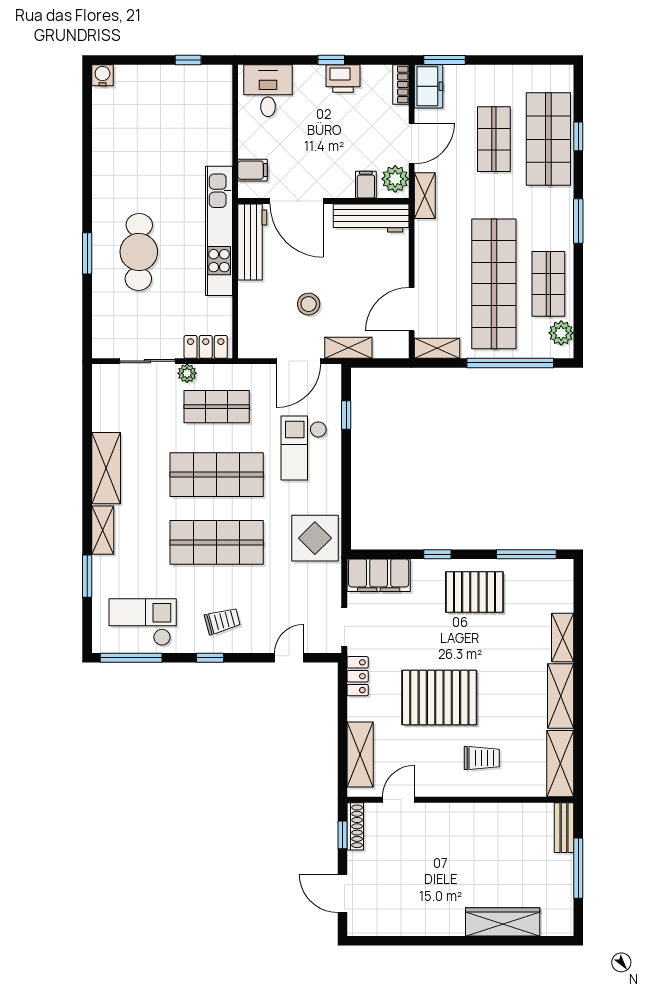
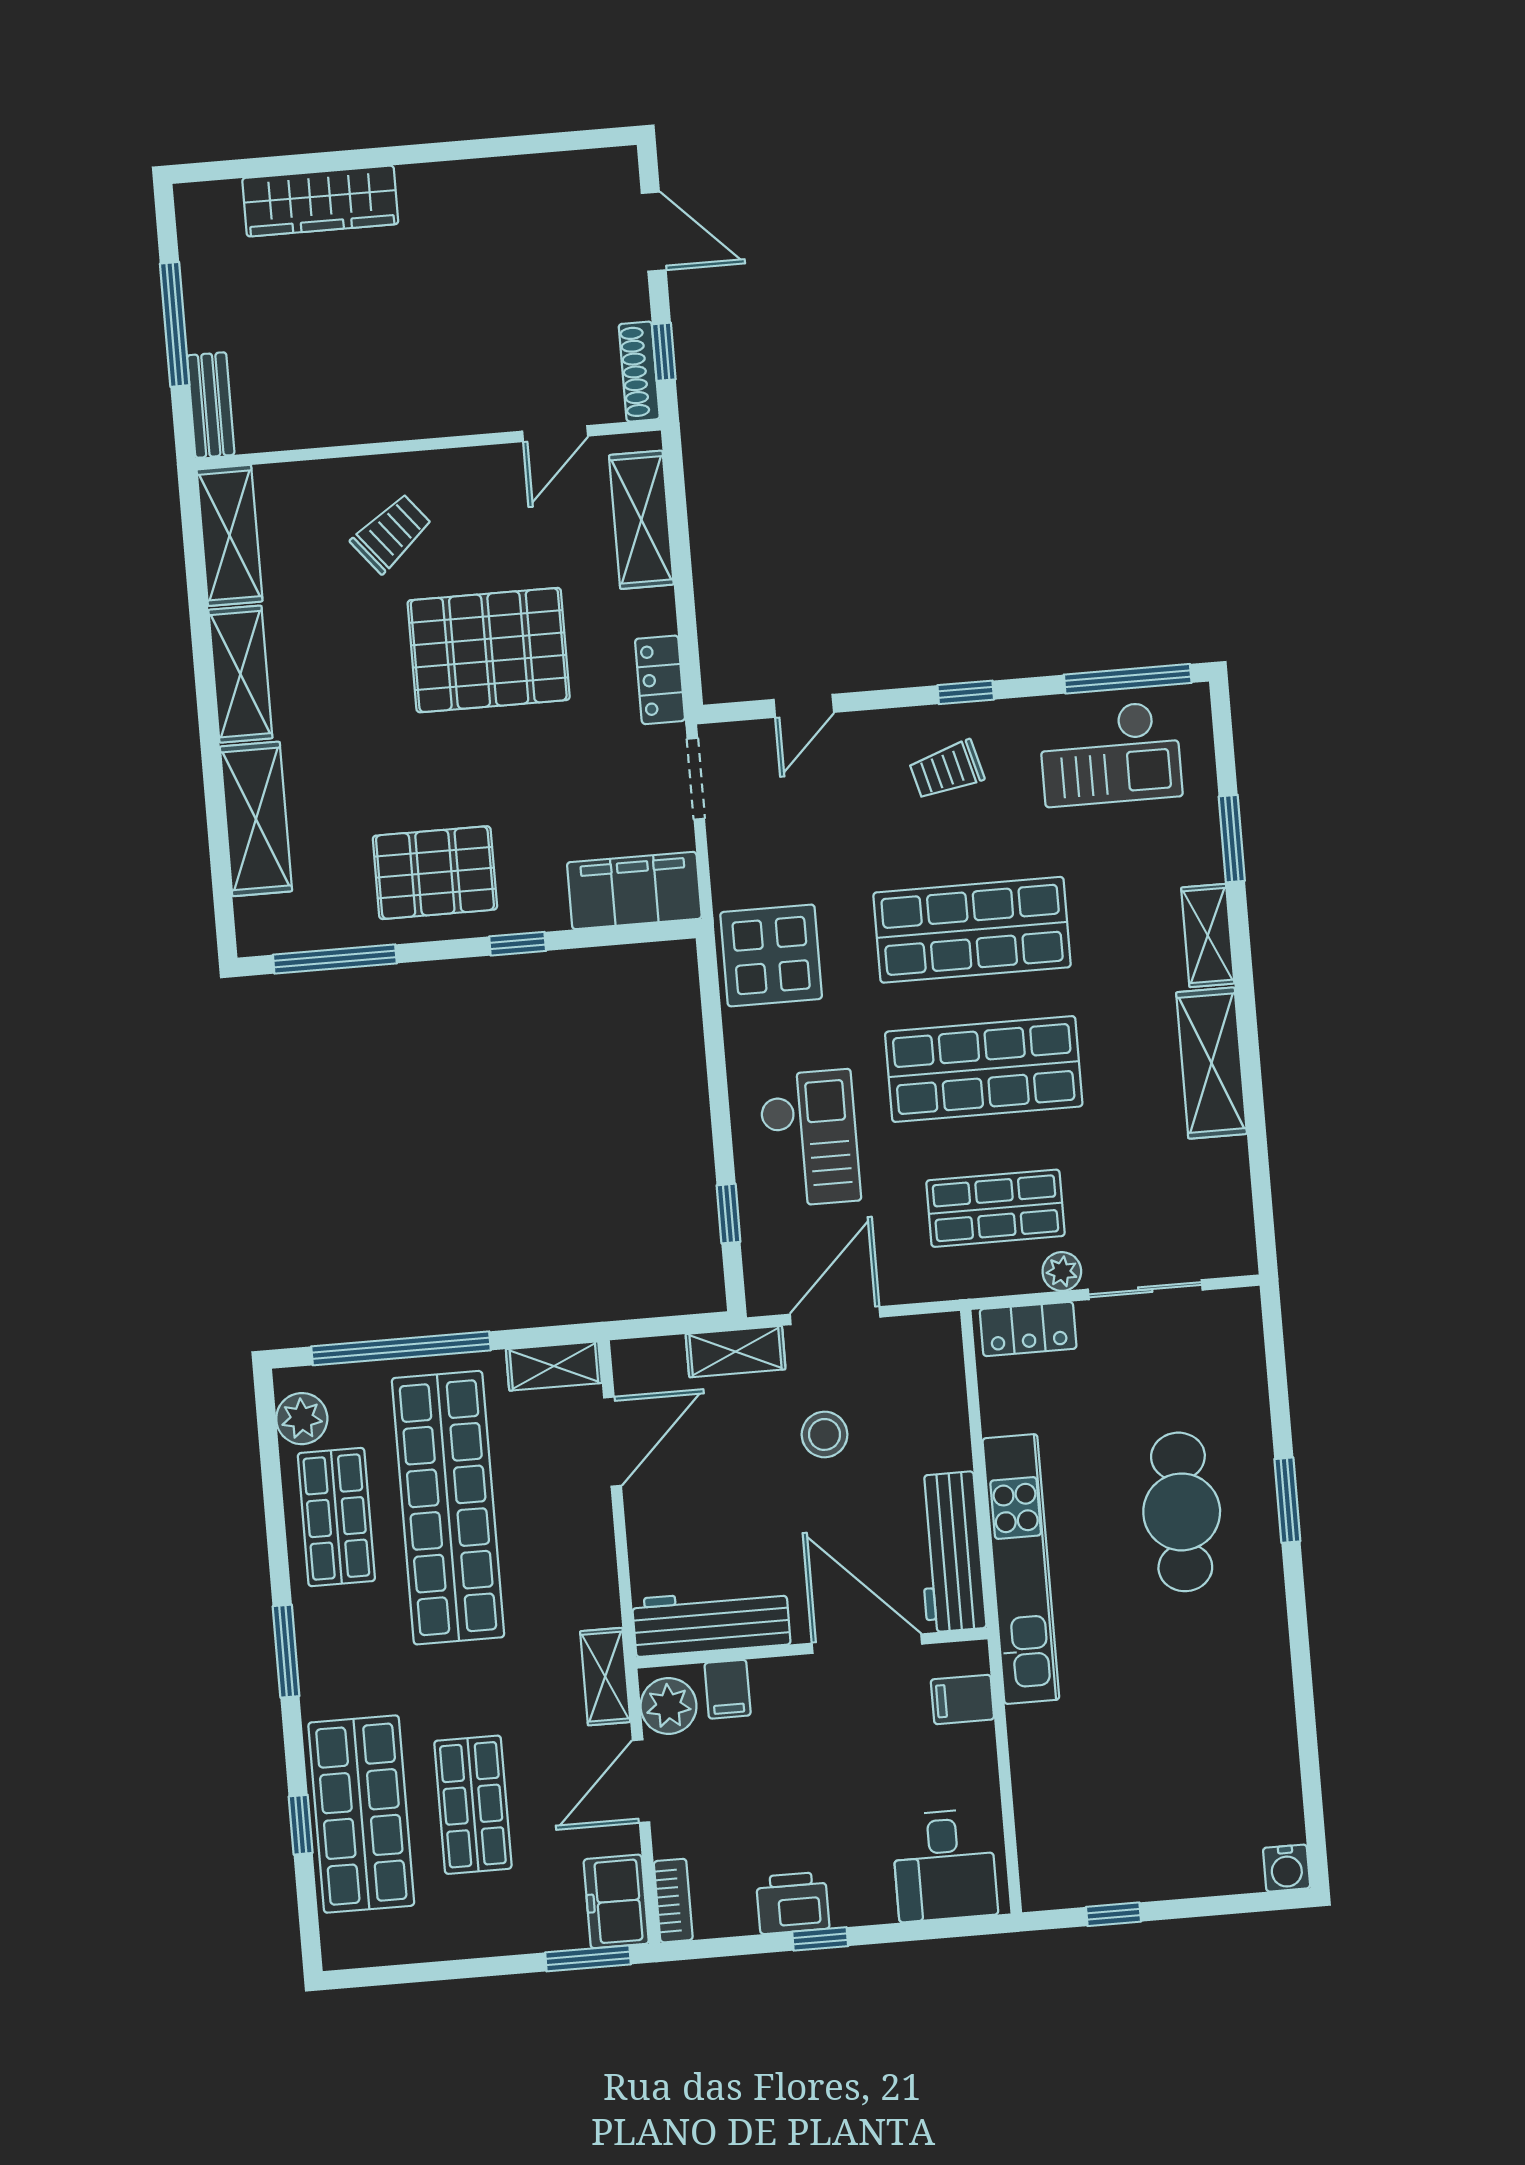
shelving: (563, 637) -> (256, 819), width x1.50, depth x1.33
trolley: (482, 758) -> (391, 533), turned 141

